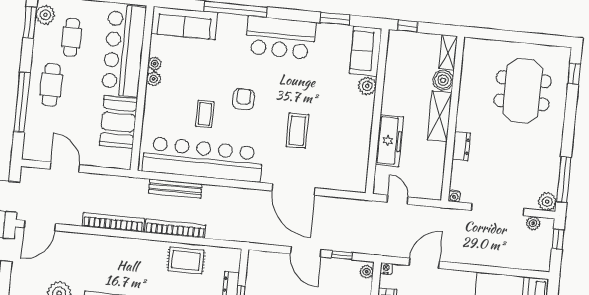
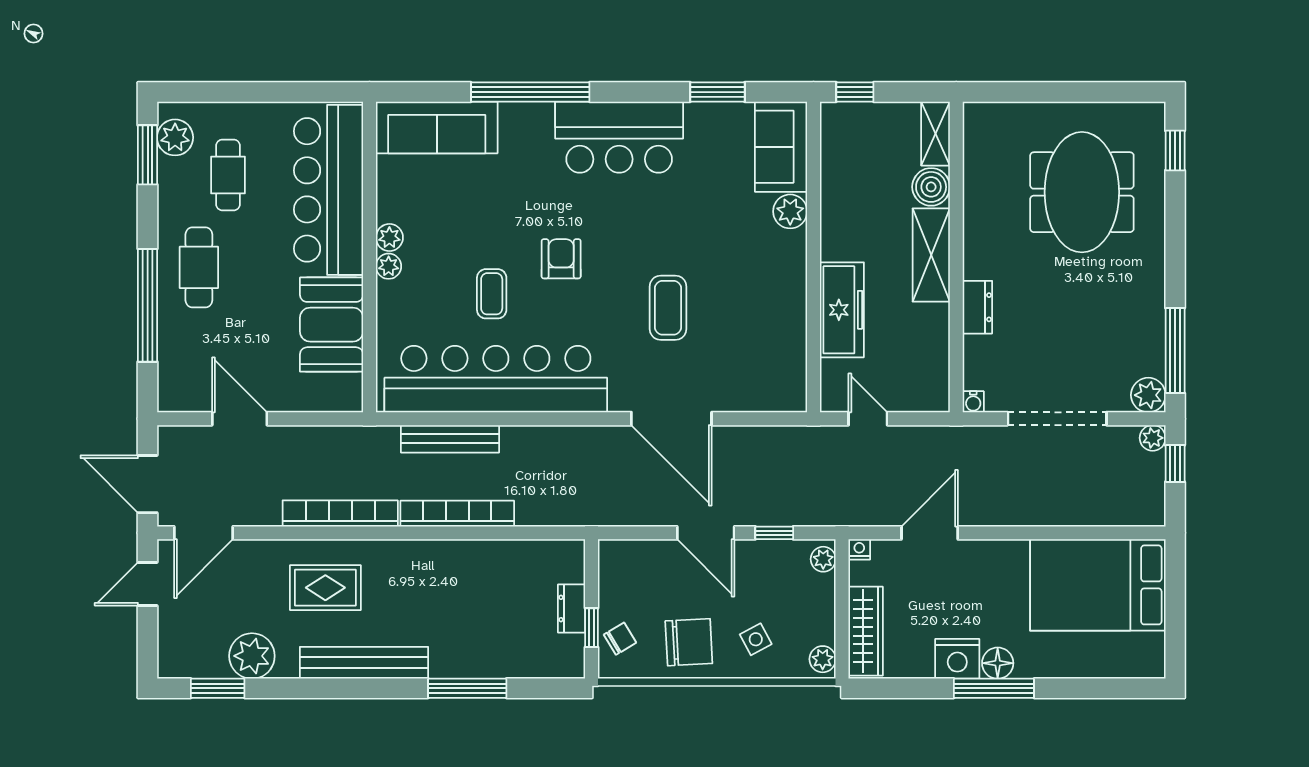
plant: (155, 64) -> (389, 266), moved
plant: (533, 223) -> (1153, 438), moved
rug: (186, 260) -> (325, 588), moved

